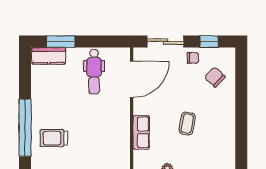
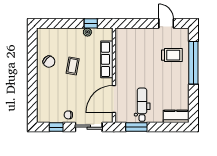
window: (61, 42) -> (136, 127), moved
chair: (215, 77) -> (49, 62), moved
row of seats: (141, 132) -> (107, 59), width x1.48

